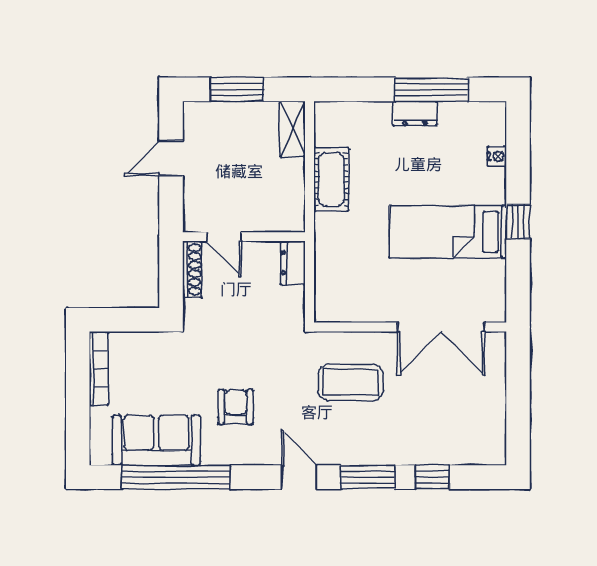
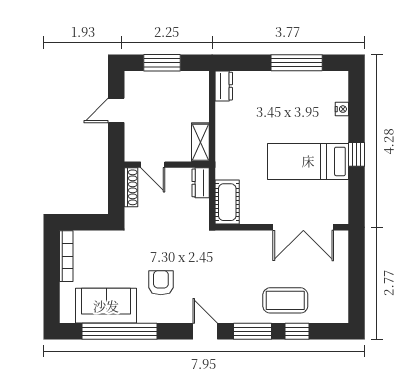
dresser: (415, 113) -> (224, 86), moved, turned -90
shelving: (293, 129) -> (200, 142), moved
cot: (331, 179) -> (227, 202), moved
coffee table: (351, 382) -> (285, 300), moved

